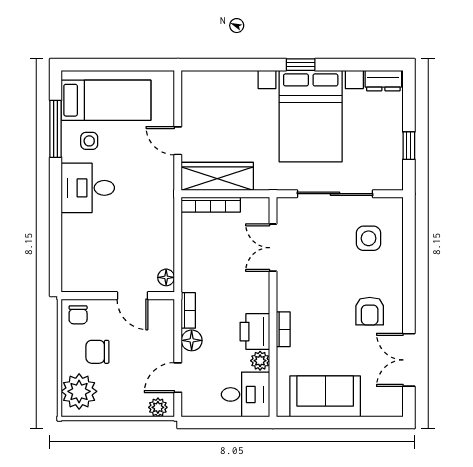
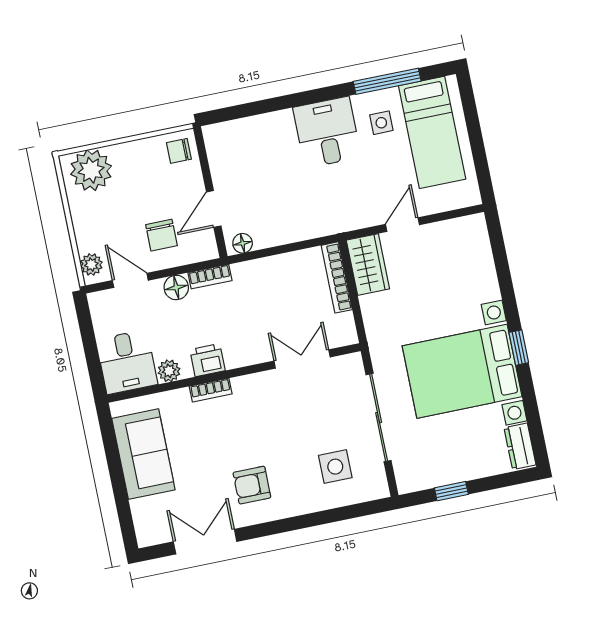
wardrobe: (217, 176) -> (368, 264), width x0.67
printer: (255, 332) -> (207, 360), width x0.73, depth x0.81
chair: (97, 352) -> (161, 235), moved, turned 180

